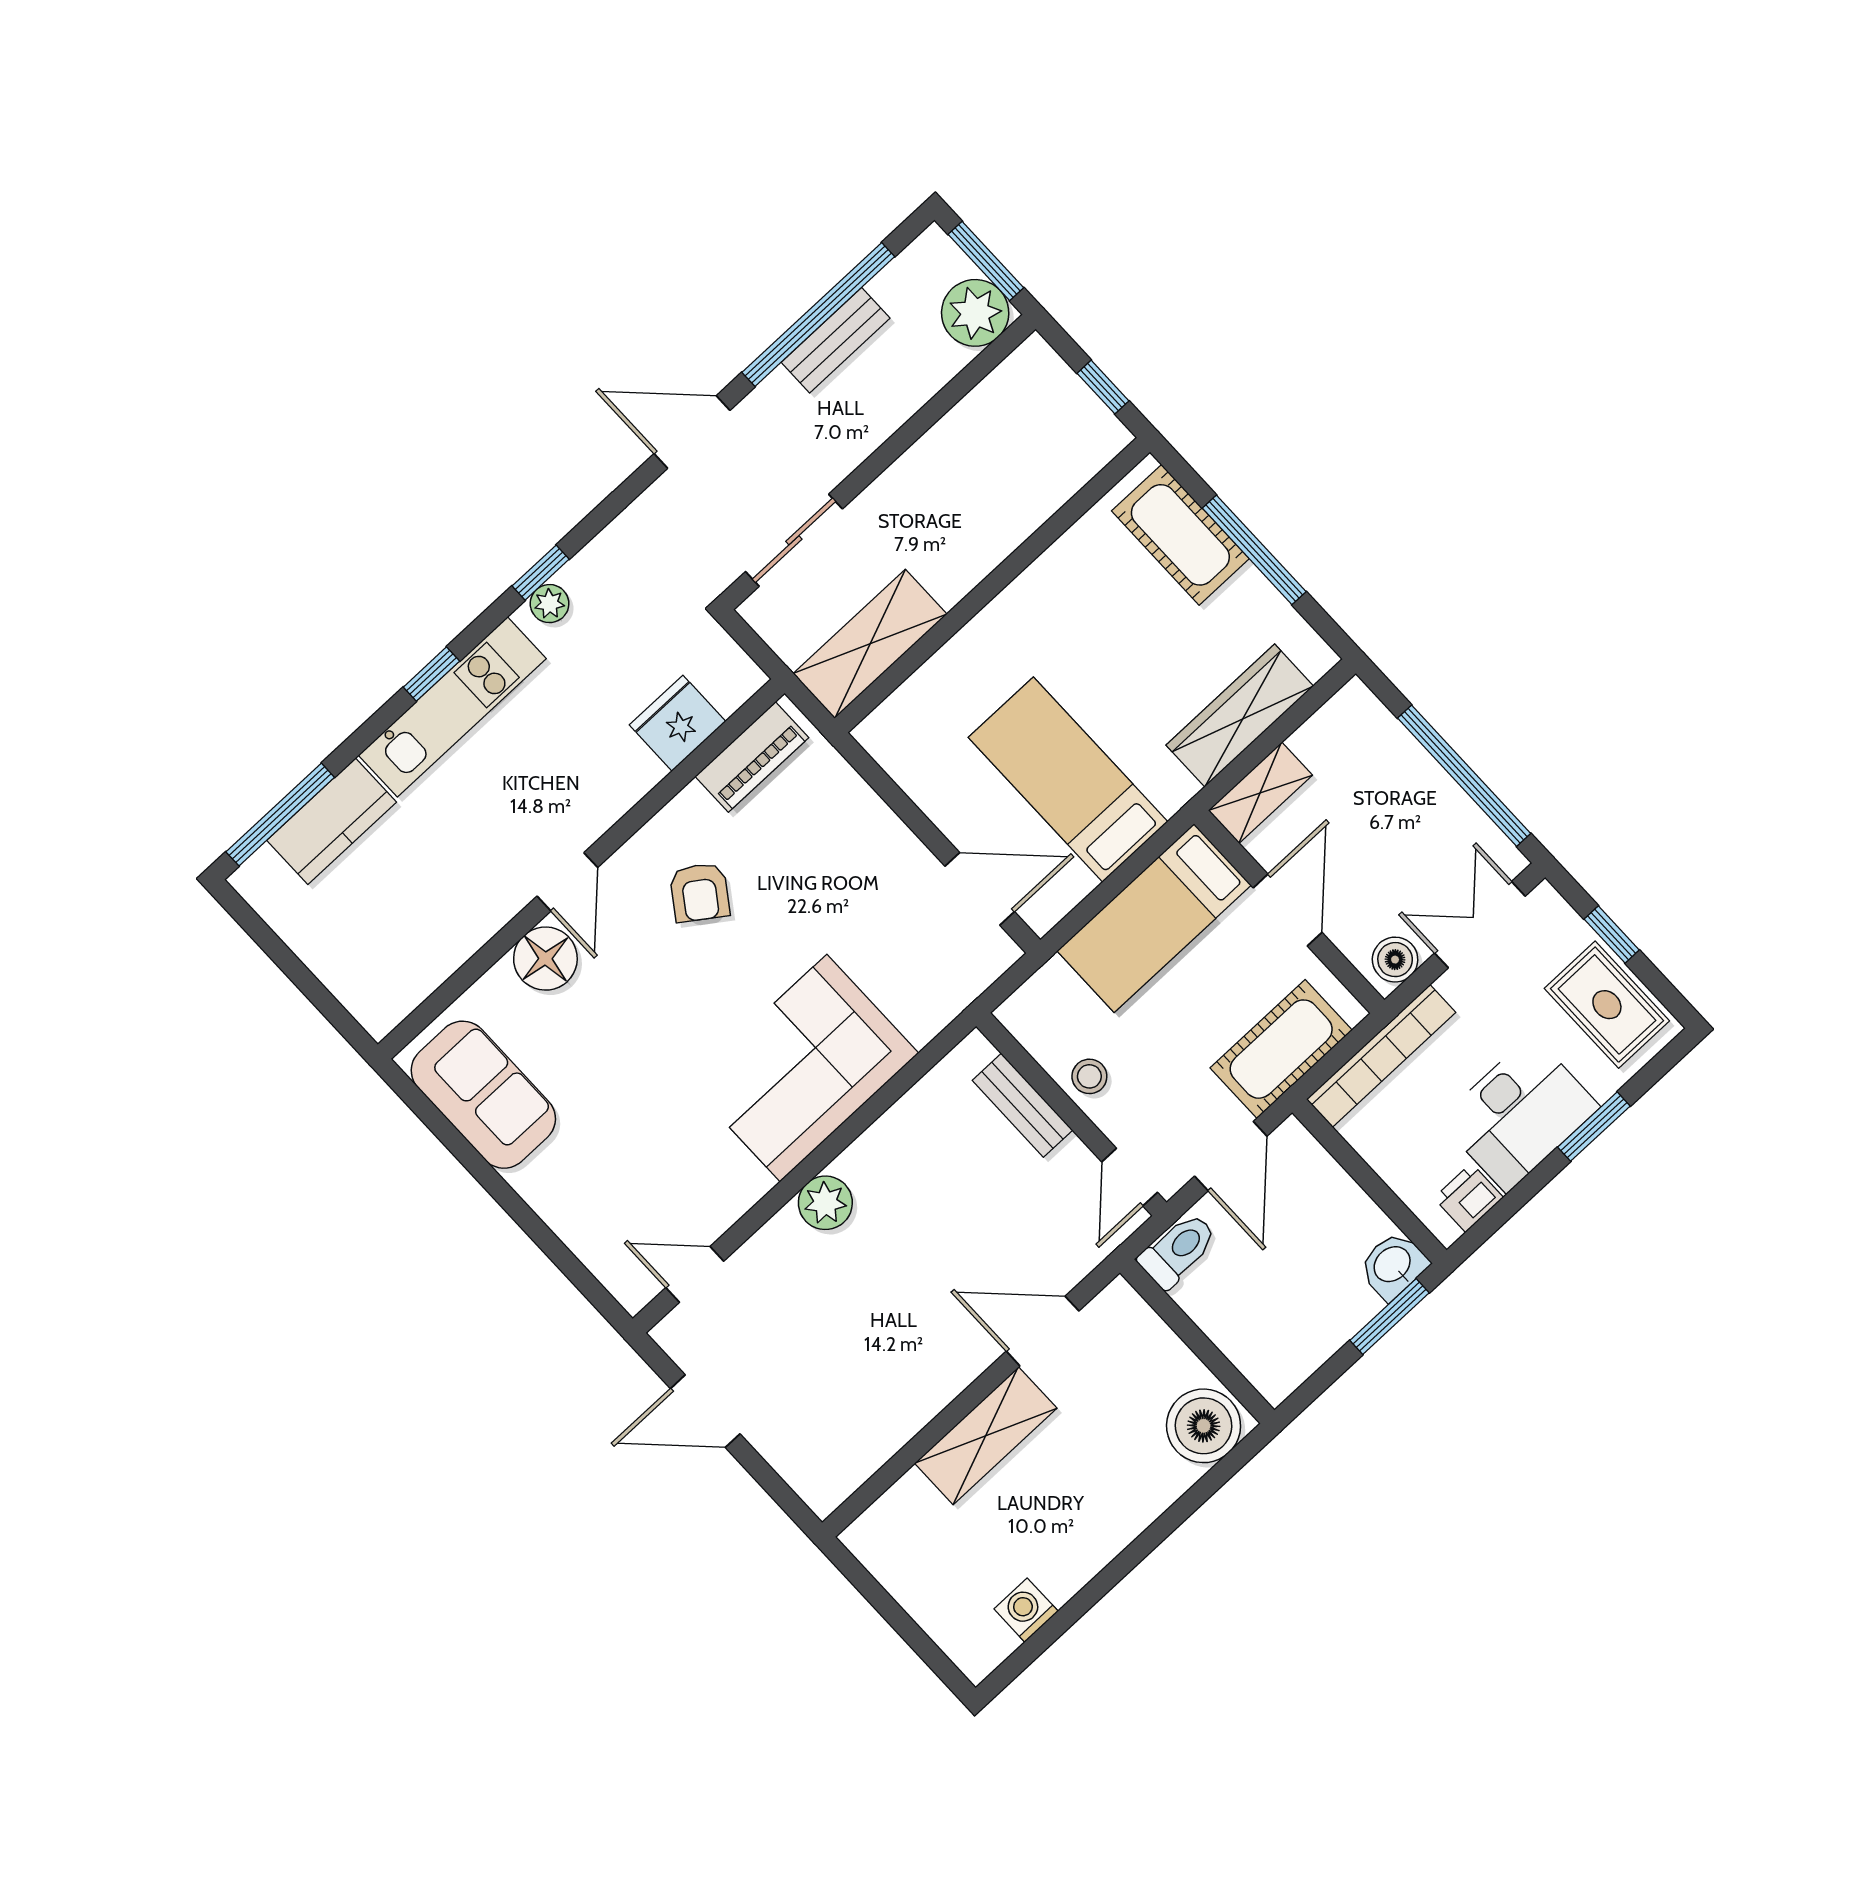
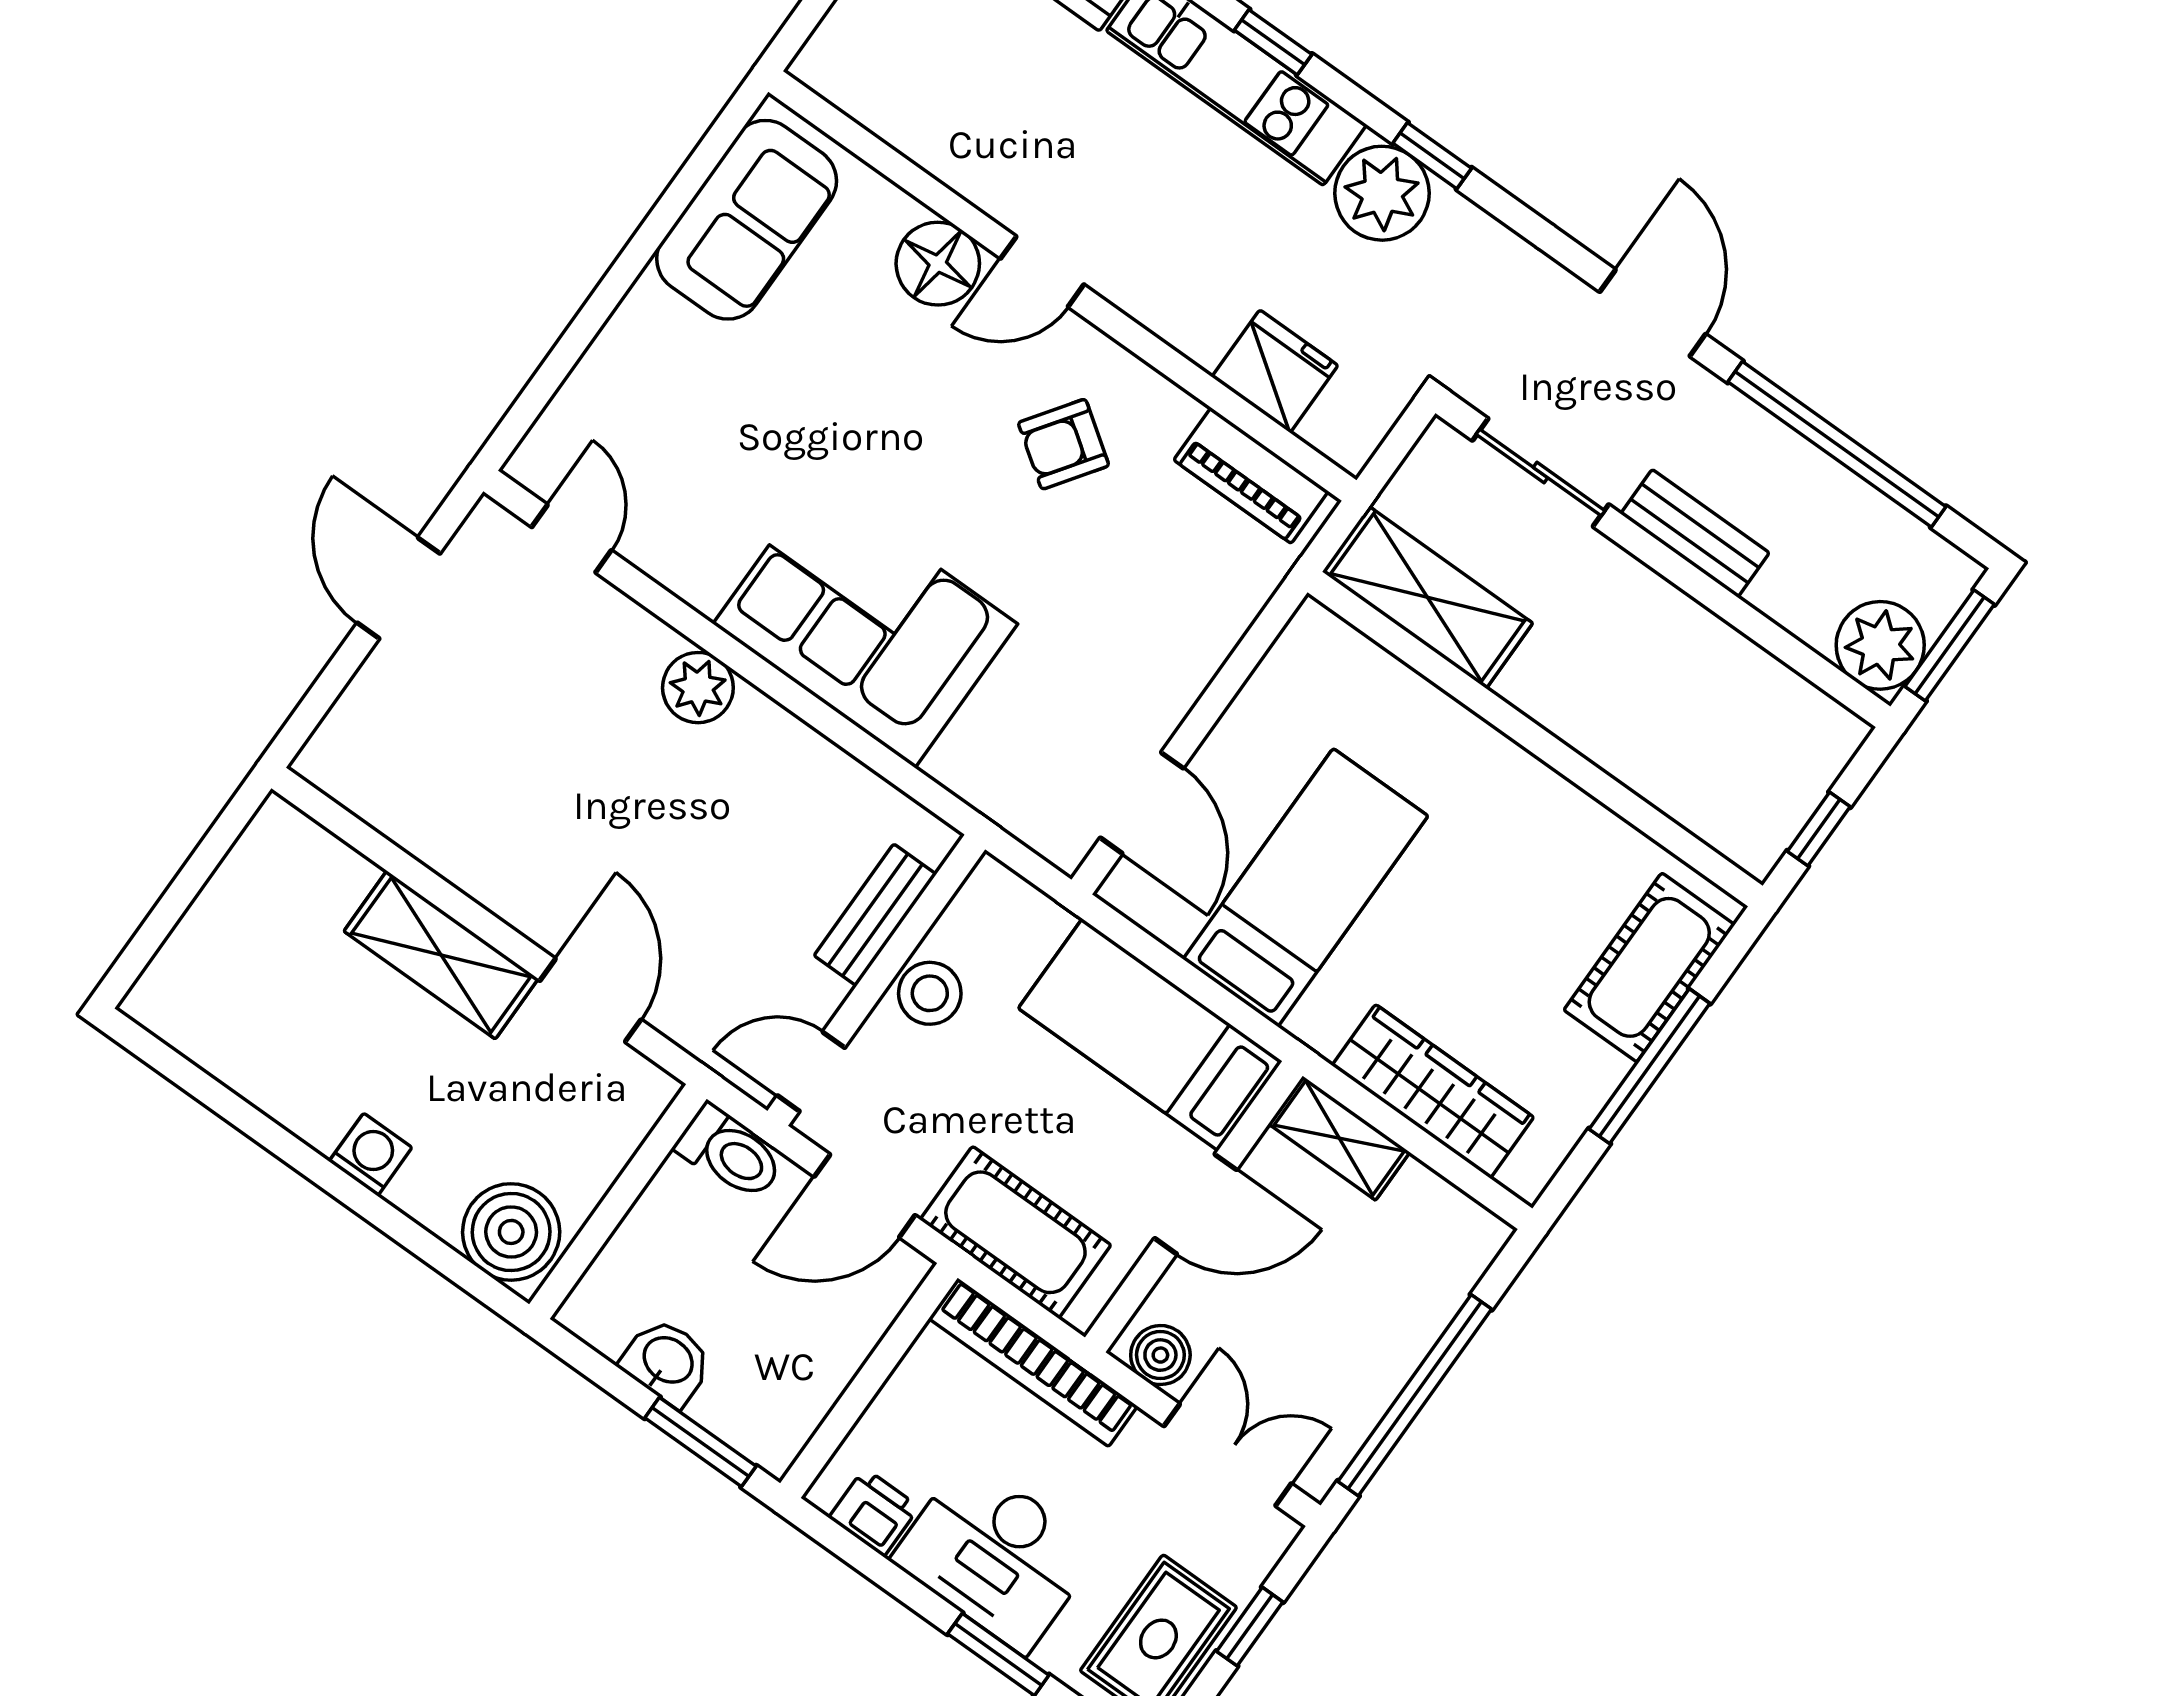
bench: (836, 340) -> (1695, 533), moved
plant: (550, 604) -> (1382, 193), width x1.88, depth x1.88
stool: (1089, 1076) -> (930, 993), width x1.37, depth x1.37
washbasin: (1393, 1265) -> (667, 1362), moved
washing machine: (1026, 1610) -> (371, 1154), moved

